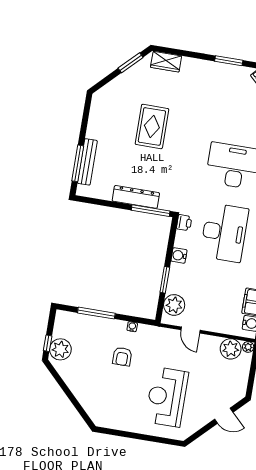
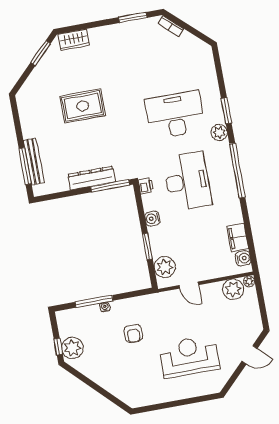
rug: (152, 126) -> (83, 106), turned 90
water cooler: (132, 327) -> (105, 307), moved
reception desk: (167, 397) -> (189, 357), turned 90

